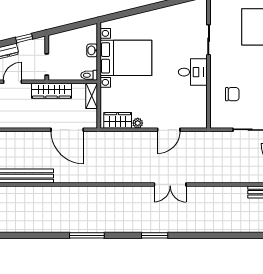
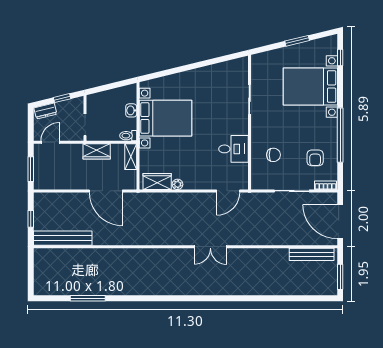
desk: (193, 72) -> (233, 149), moved
wardrobe: (51, 91) -> (97, 151), width x0.67
door: (169, 130) -> (228, 191), moved
window: (87, 235) -> (88, 298), moved
window: (155, 235) -> (195, 298), removed

